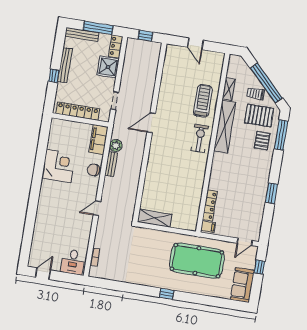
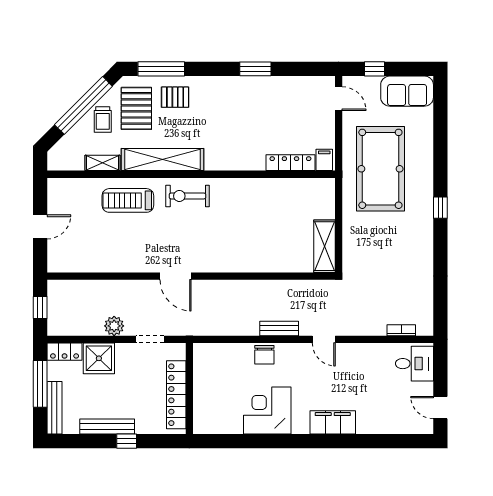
filing cabinet: (99, 140) -> (333, 422), moved, turned 180
plant: (116, 146) -> (114, 326), moved
bench: (111, 164) -> (279, 328), moved

